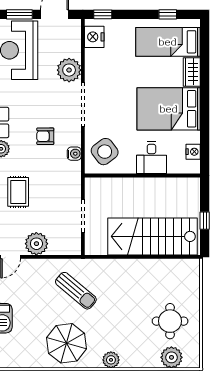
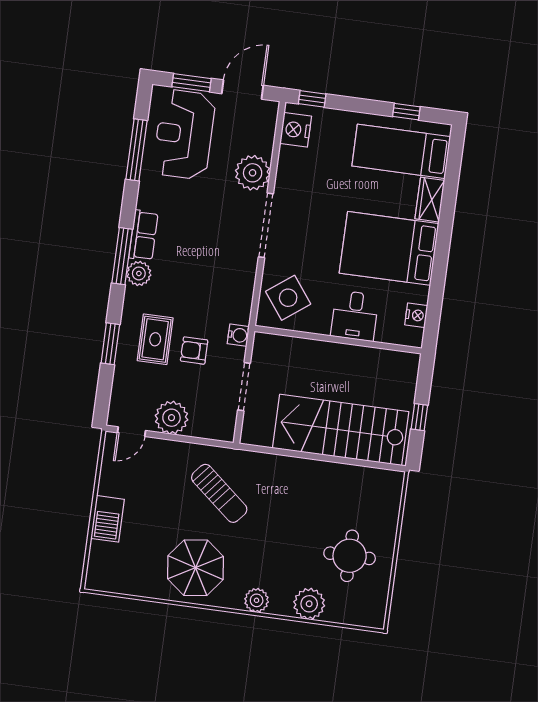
armchair: (45, 136) -> (194, 351), moved
water cooler: (74, 154) -> (238, 335), moved
plant: (171, 357) -> (309, 604), moved

